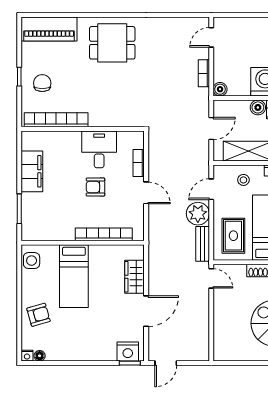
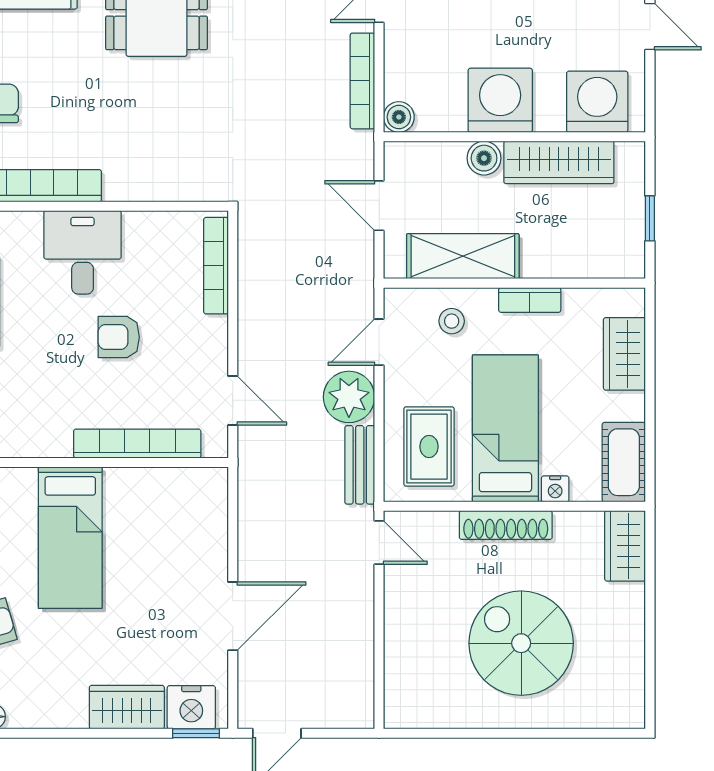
bookcase: (204, 73) -> (362, 81), width x1.56
door: (211, 129) -> (379, 206), swing flipped
desk: (99, 149) -> (83, 252), moved
bookcase: (139, 163) -> (216, 266), width x1.56
door: (146, 193) -> (233, 401), moved
wardrobe: (135, 277) -> (127, 707), moved, turned 90

